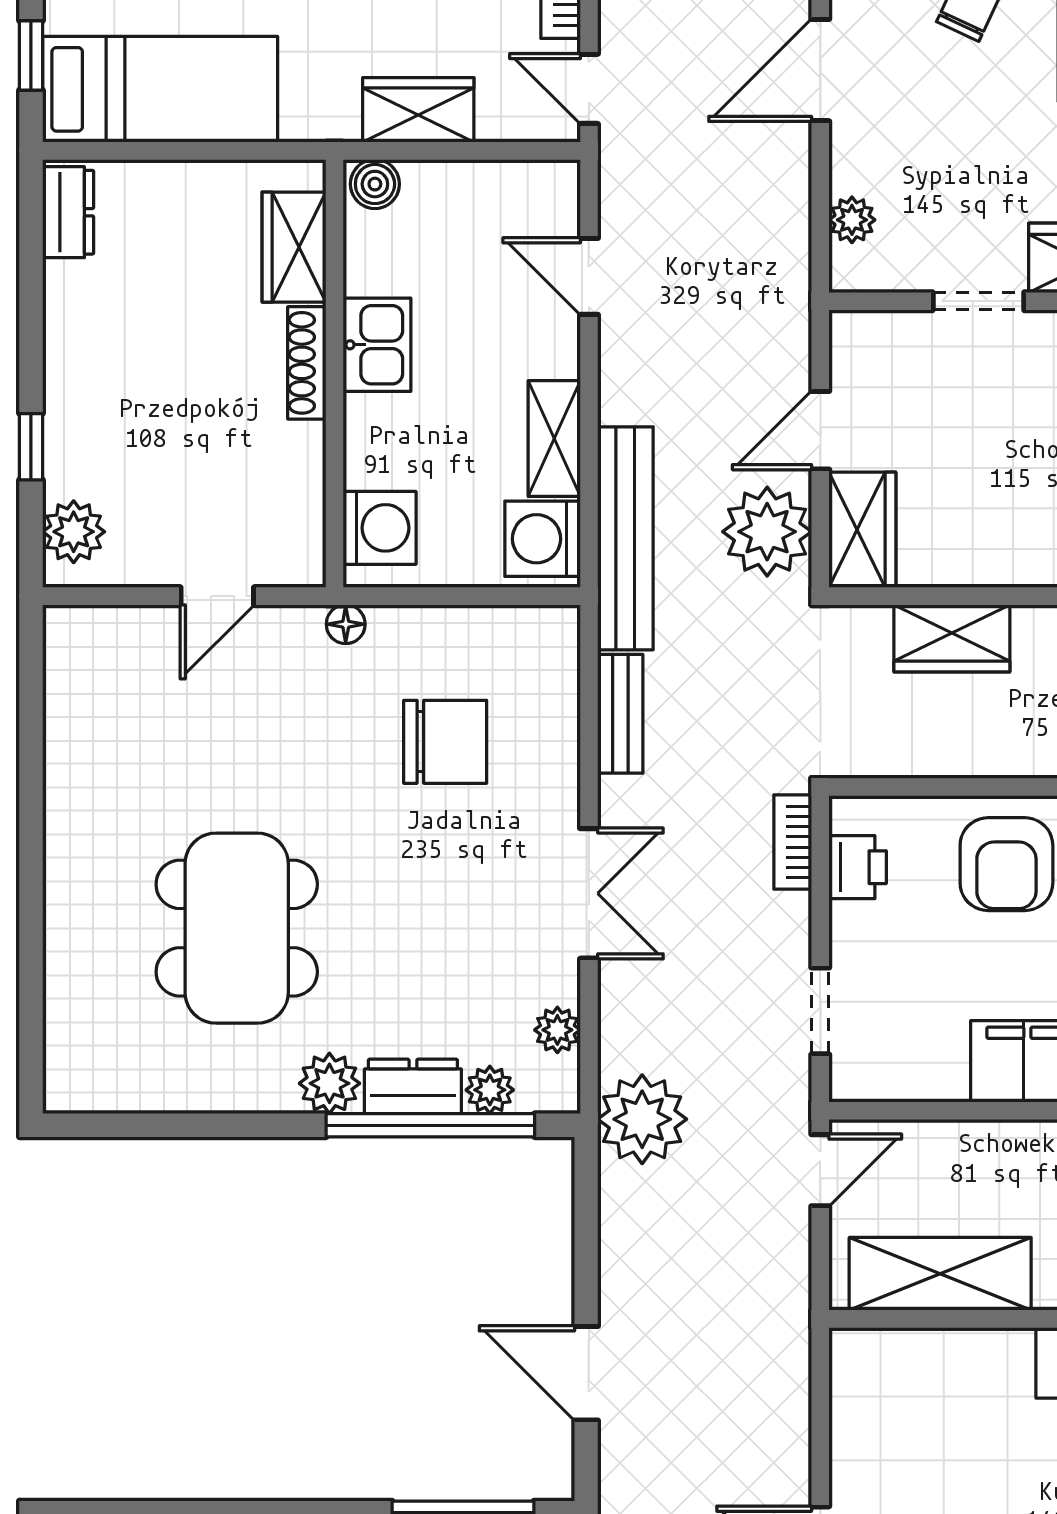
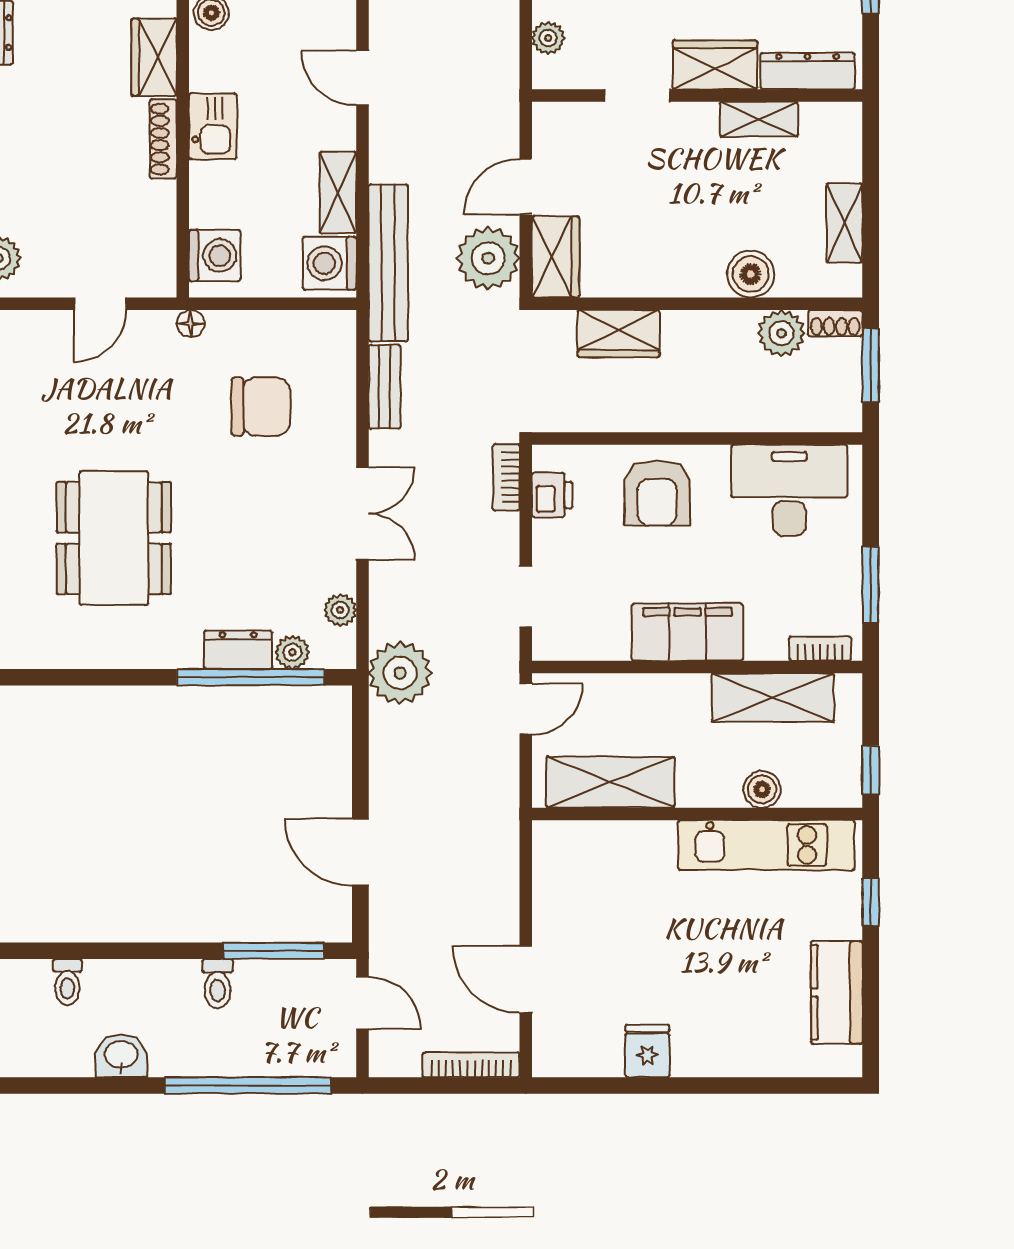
plant: (329, 1083) -> (179, 648), removed

